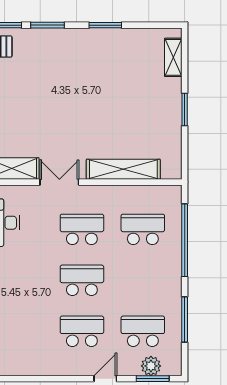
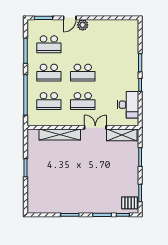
shelving: (173, 57) -> (32, 197), removed
double door: (59, 182) -> (95, 127), swing flipped
school desk: (82, 331) -> (49, 73), moved
plant: (151, 366) -> (83, 25), moved

